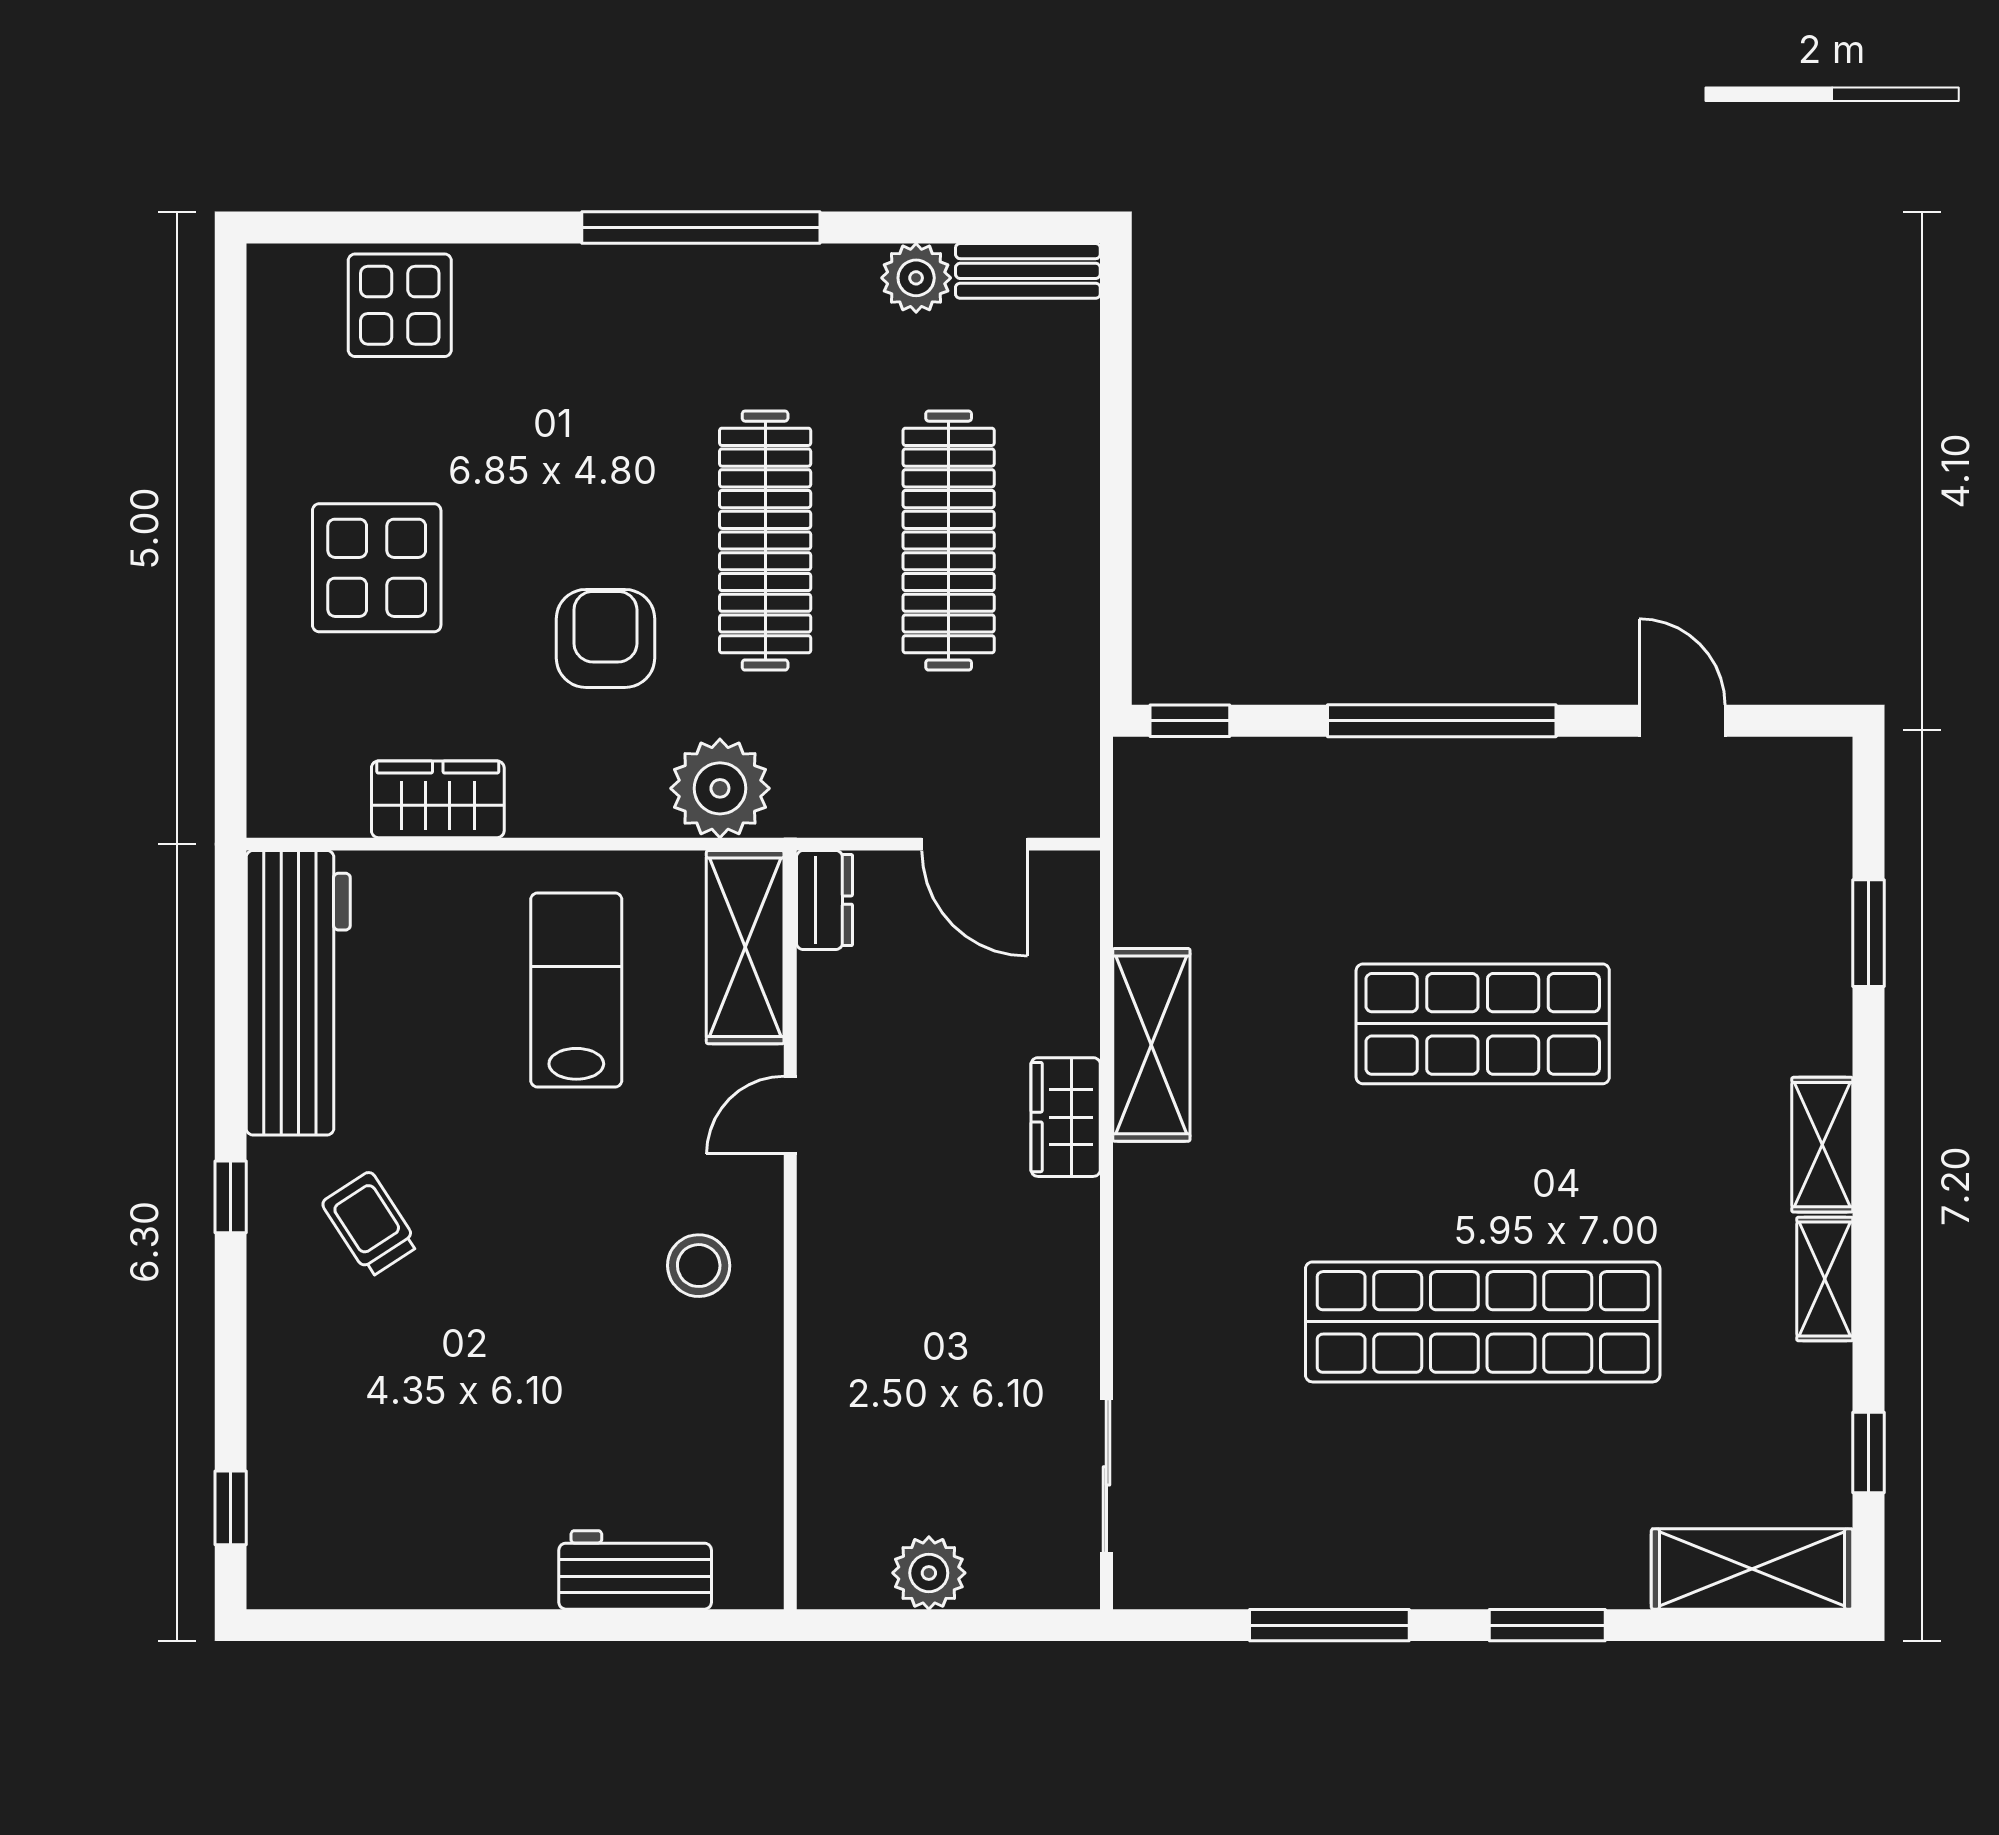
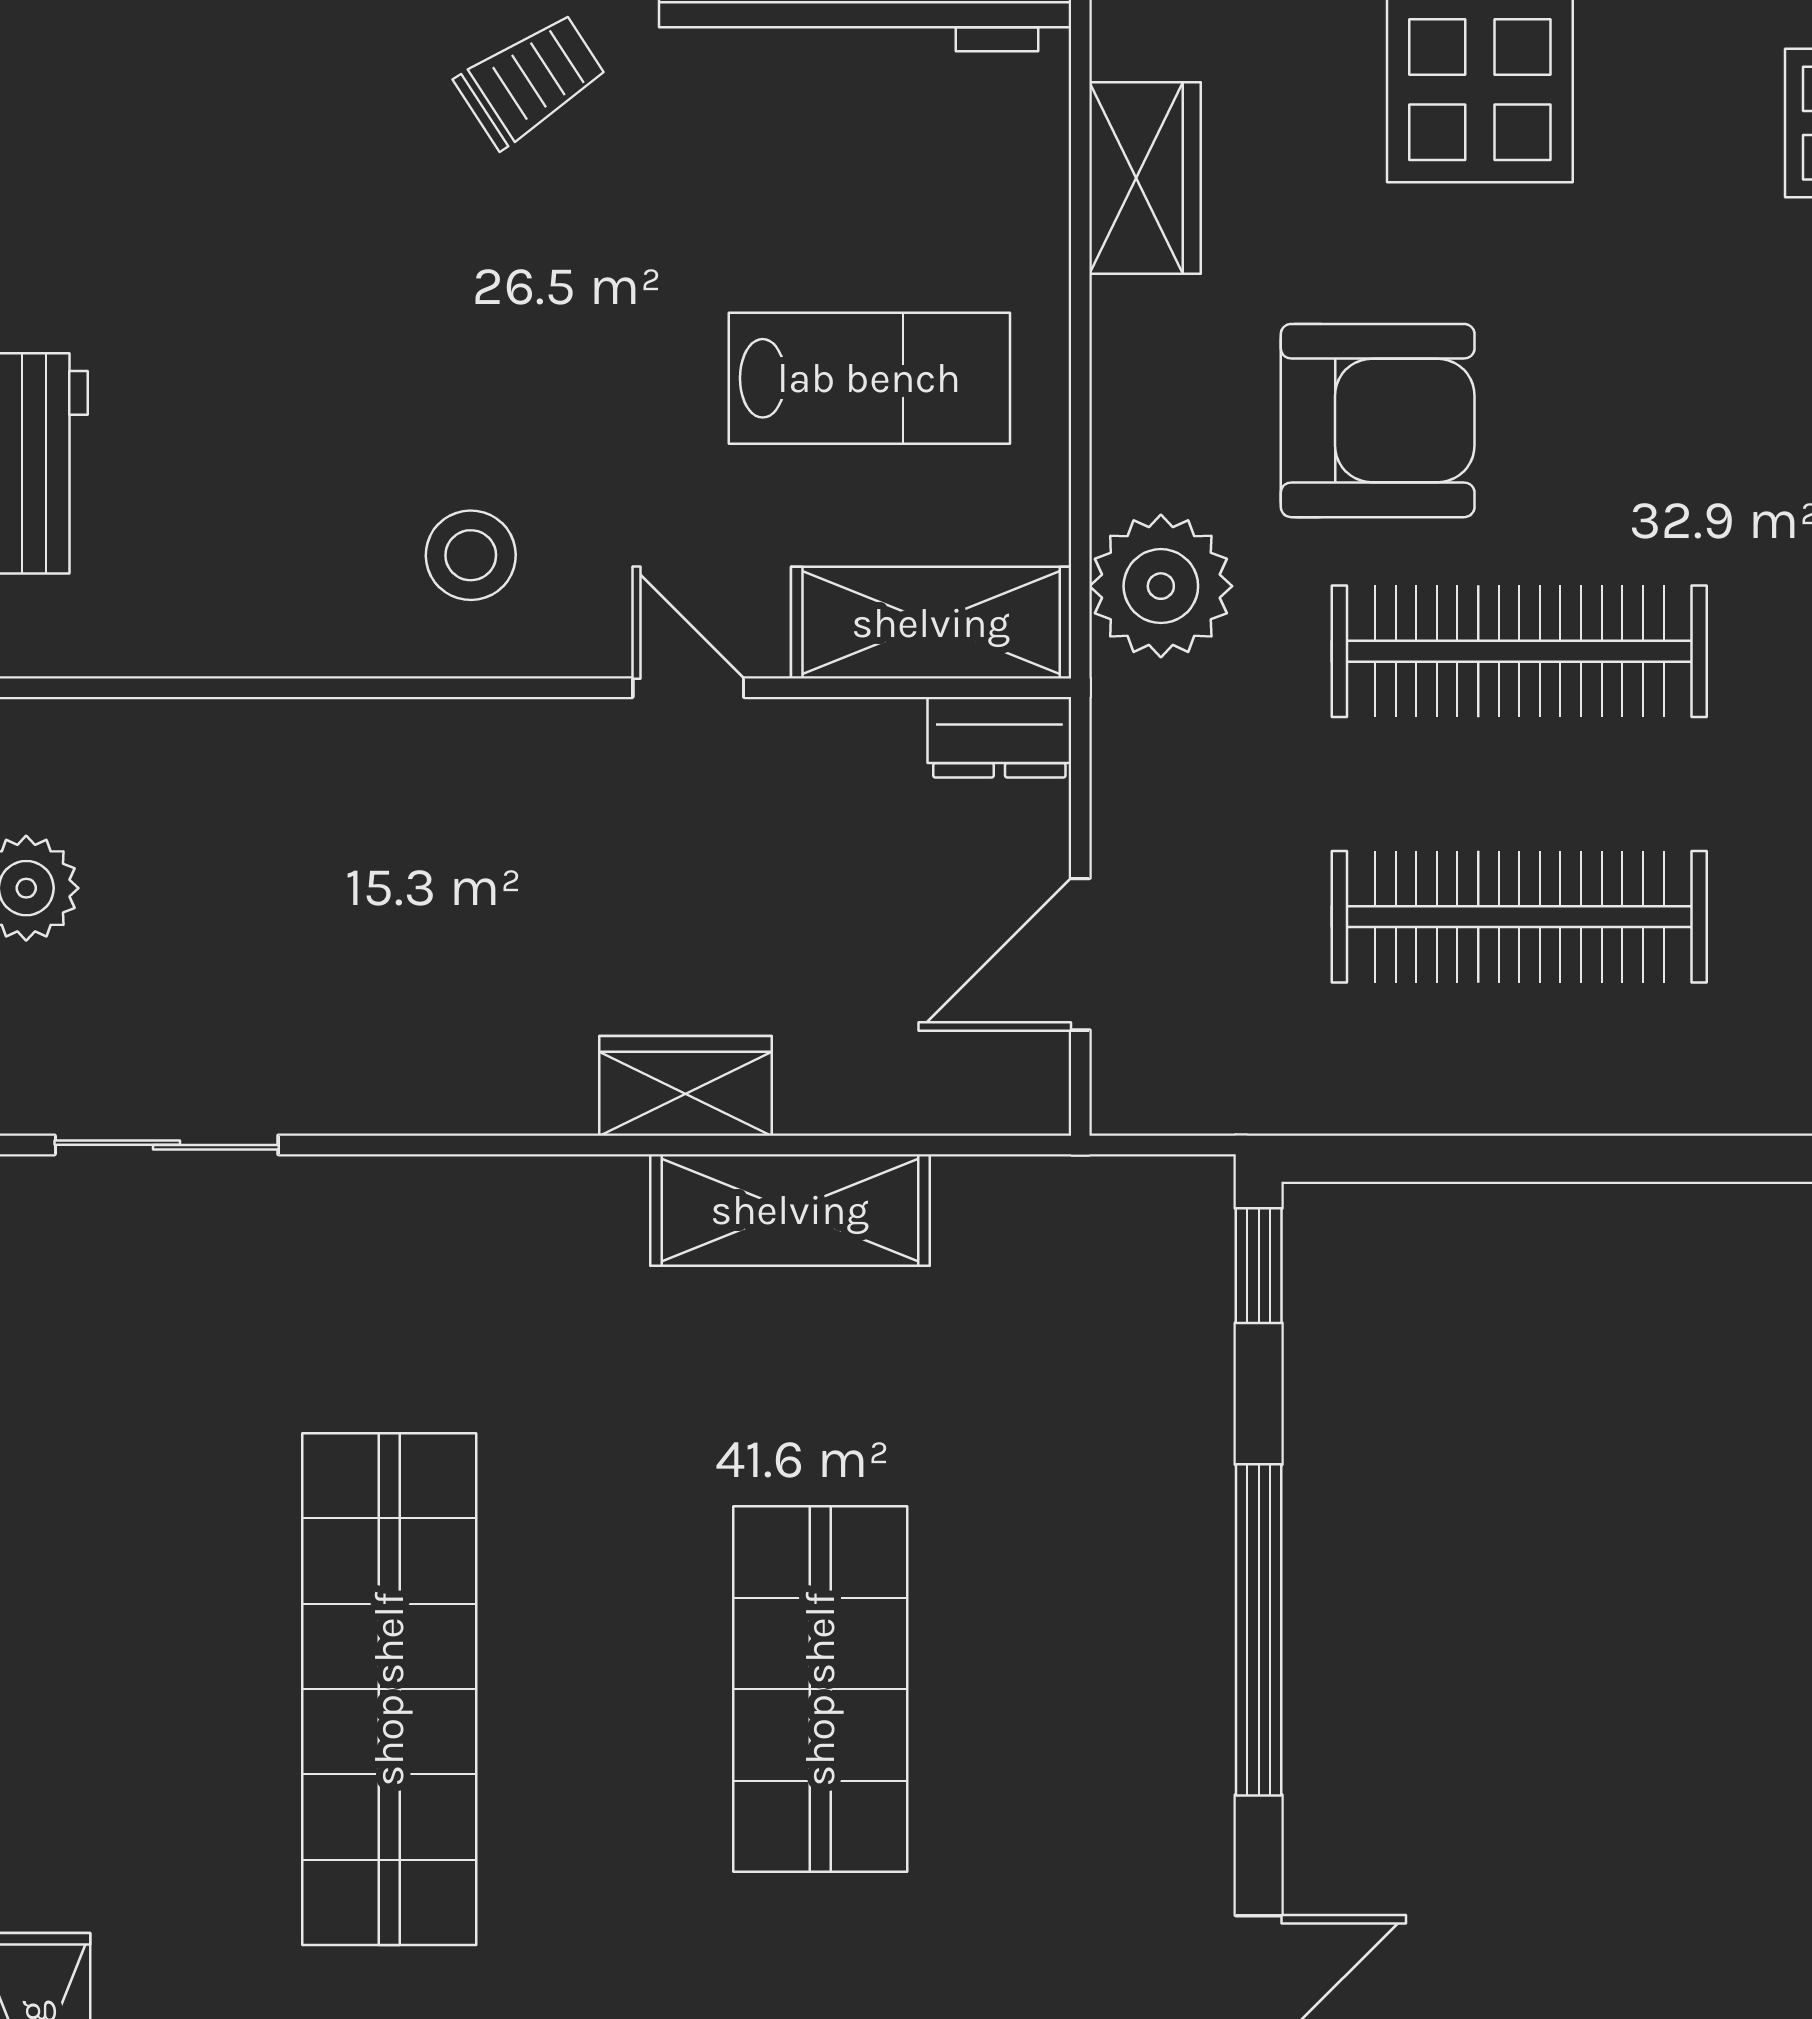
armchair: (605, 638) -> (1378, 421), width x1.36, depth x1.36

